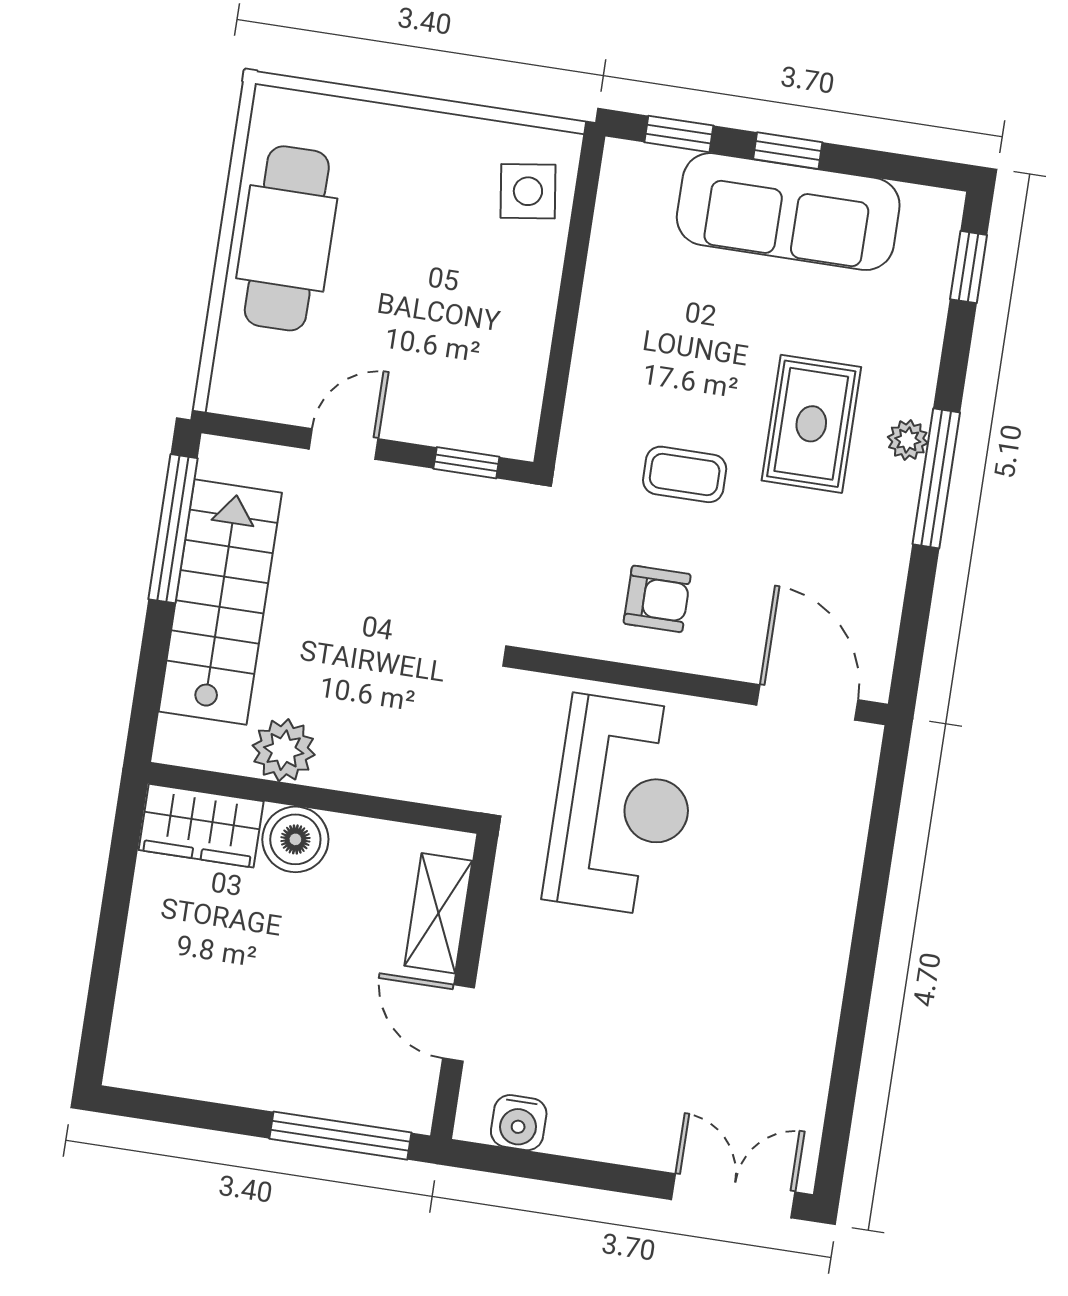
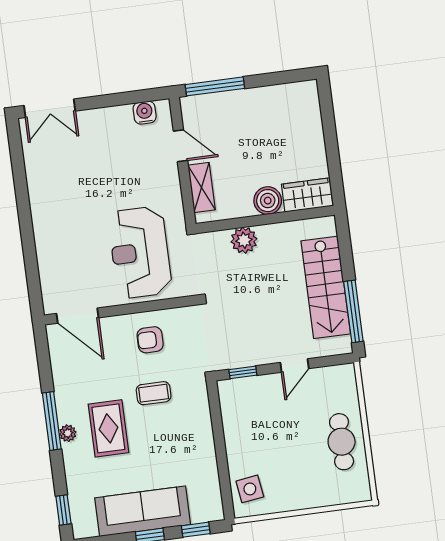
cafe table: (287, 238) -> (342, 442), width x0.73, depth x0.74
plant: (284, 750) -> (244, 240), moved

